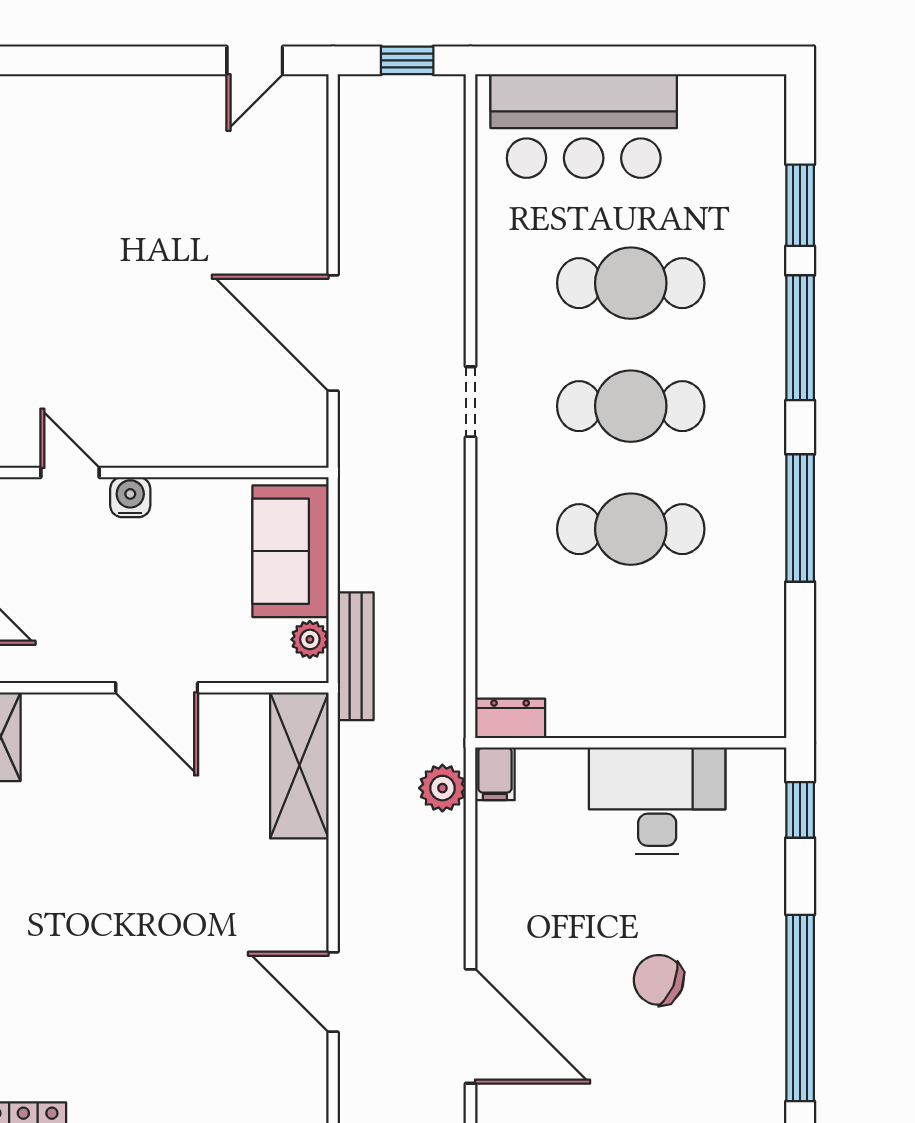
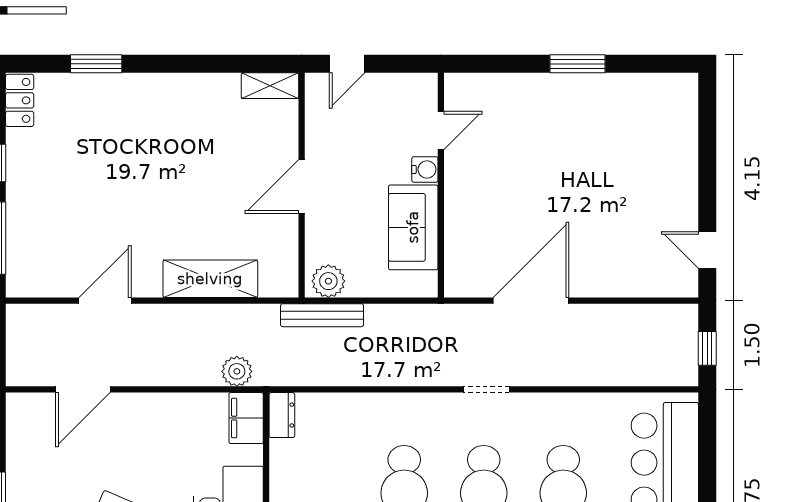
sofa: (290, 551) -> (413, 227), moved, turned -90
plant: (310, 639) -> (328, 281), width x1.38, depth x1.38
shelving: (299, 765) -> (210, 279), moved
filing cabinet: (495, 774) -> (246, 418), width x2.00
door: (471, 1026) -> (83, 389), width x0.73

